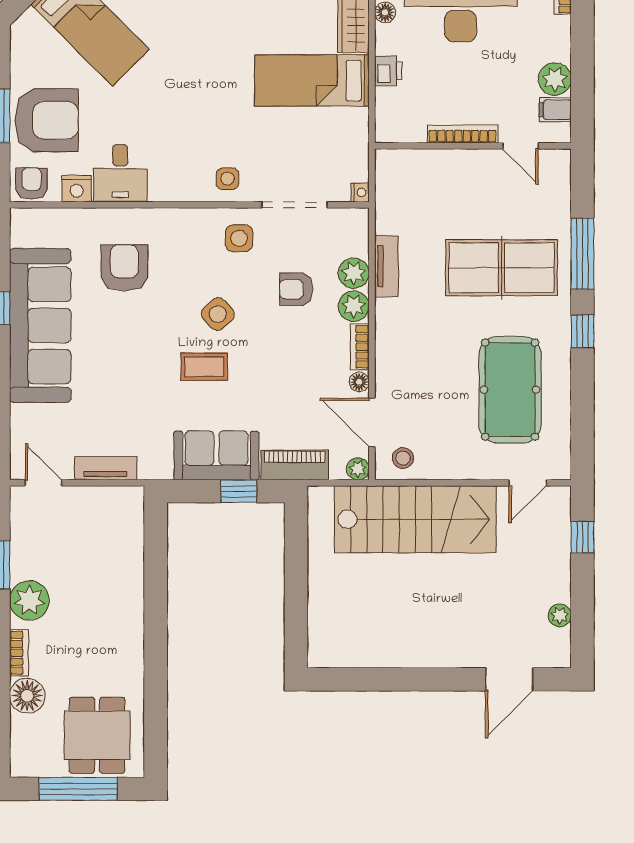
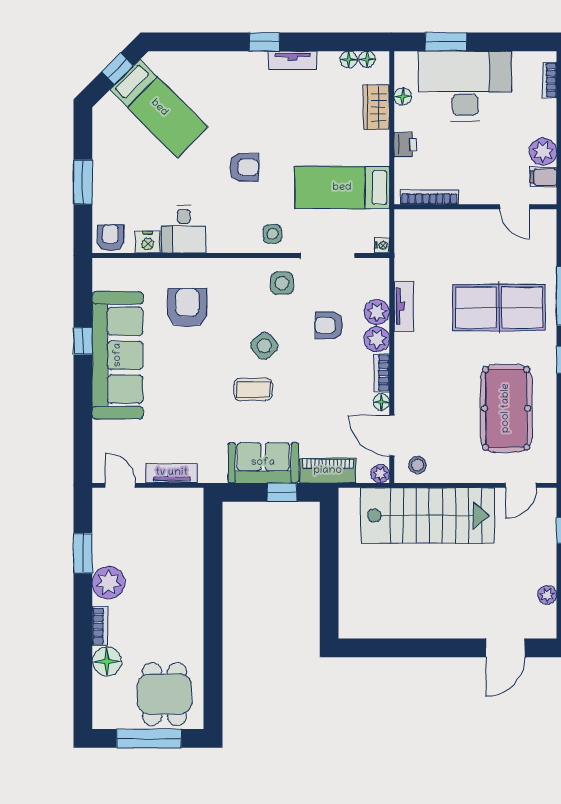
bed: (312, 81) -> (342, 188), moved
armchair: (47, 120) -> (244, 167), moved, width x0.53, depth x0.53
bookcase: (462, 134) -> (429, 197), moved

